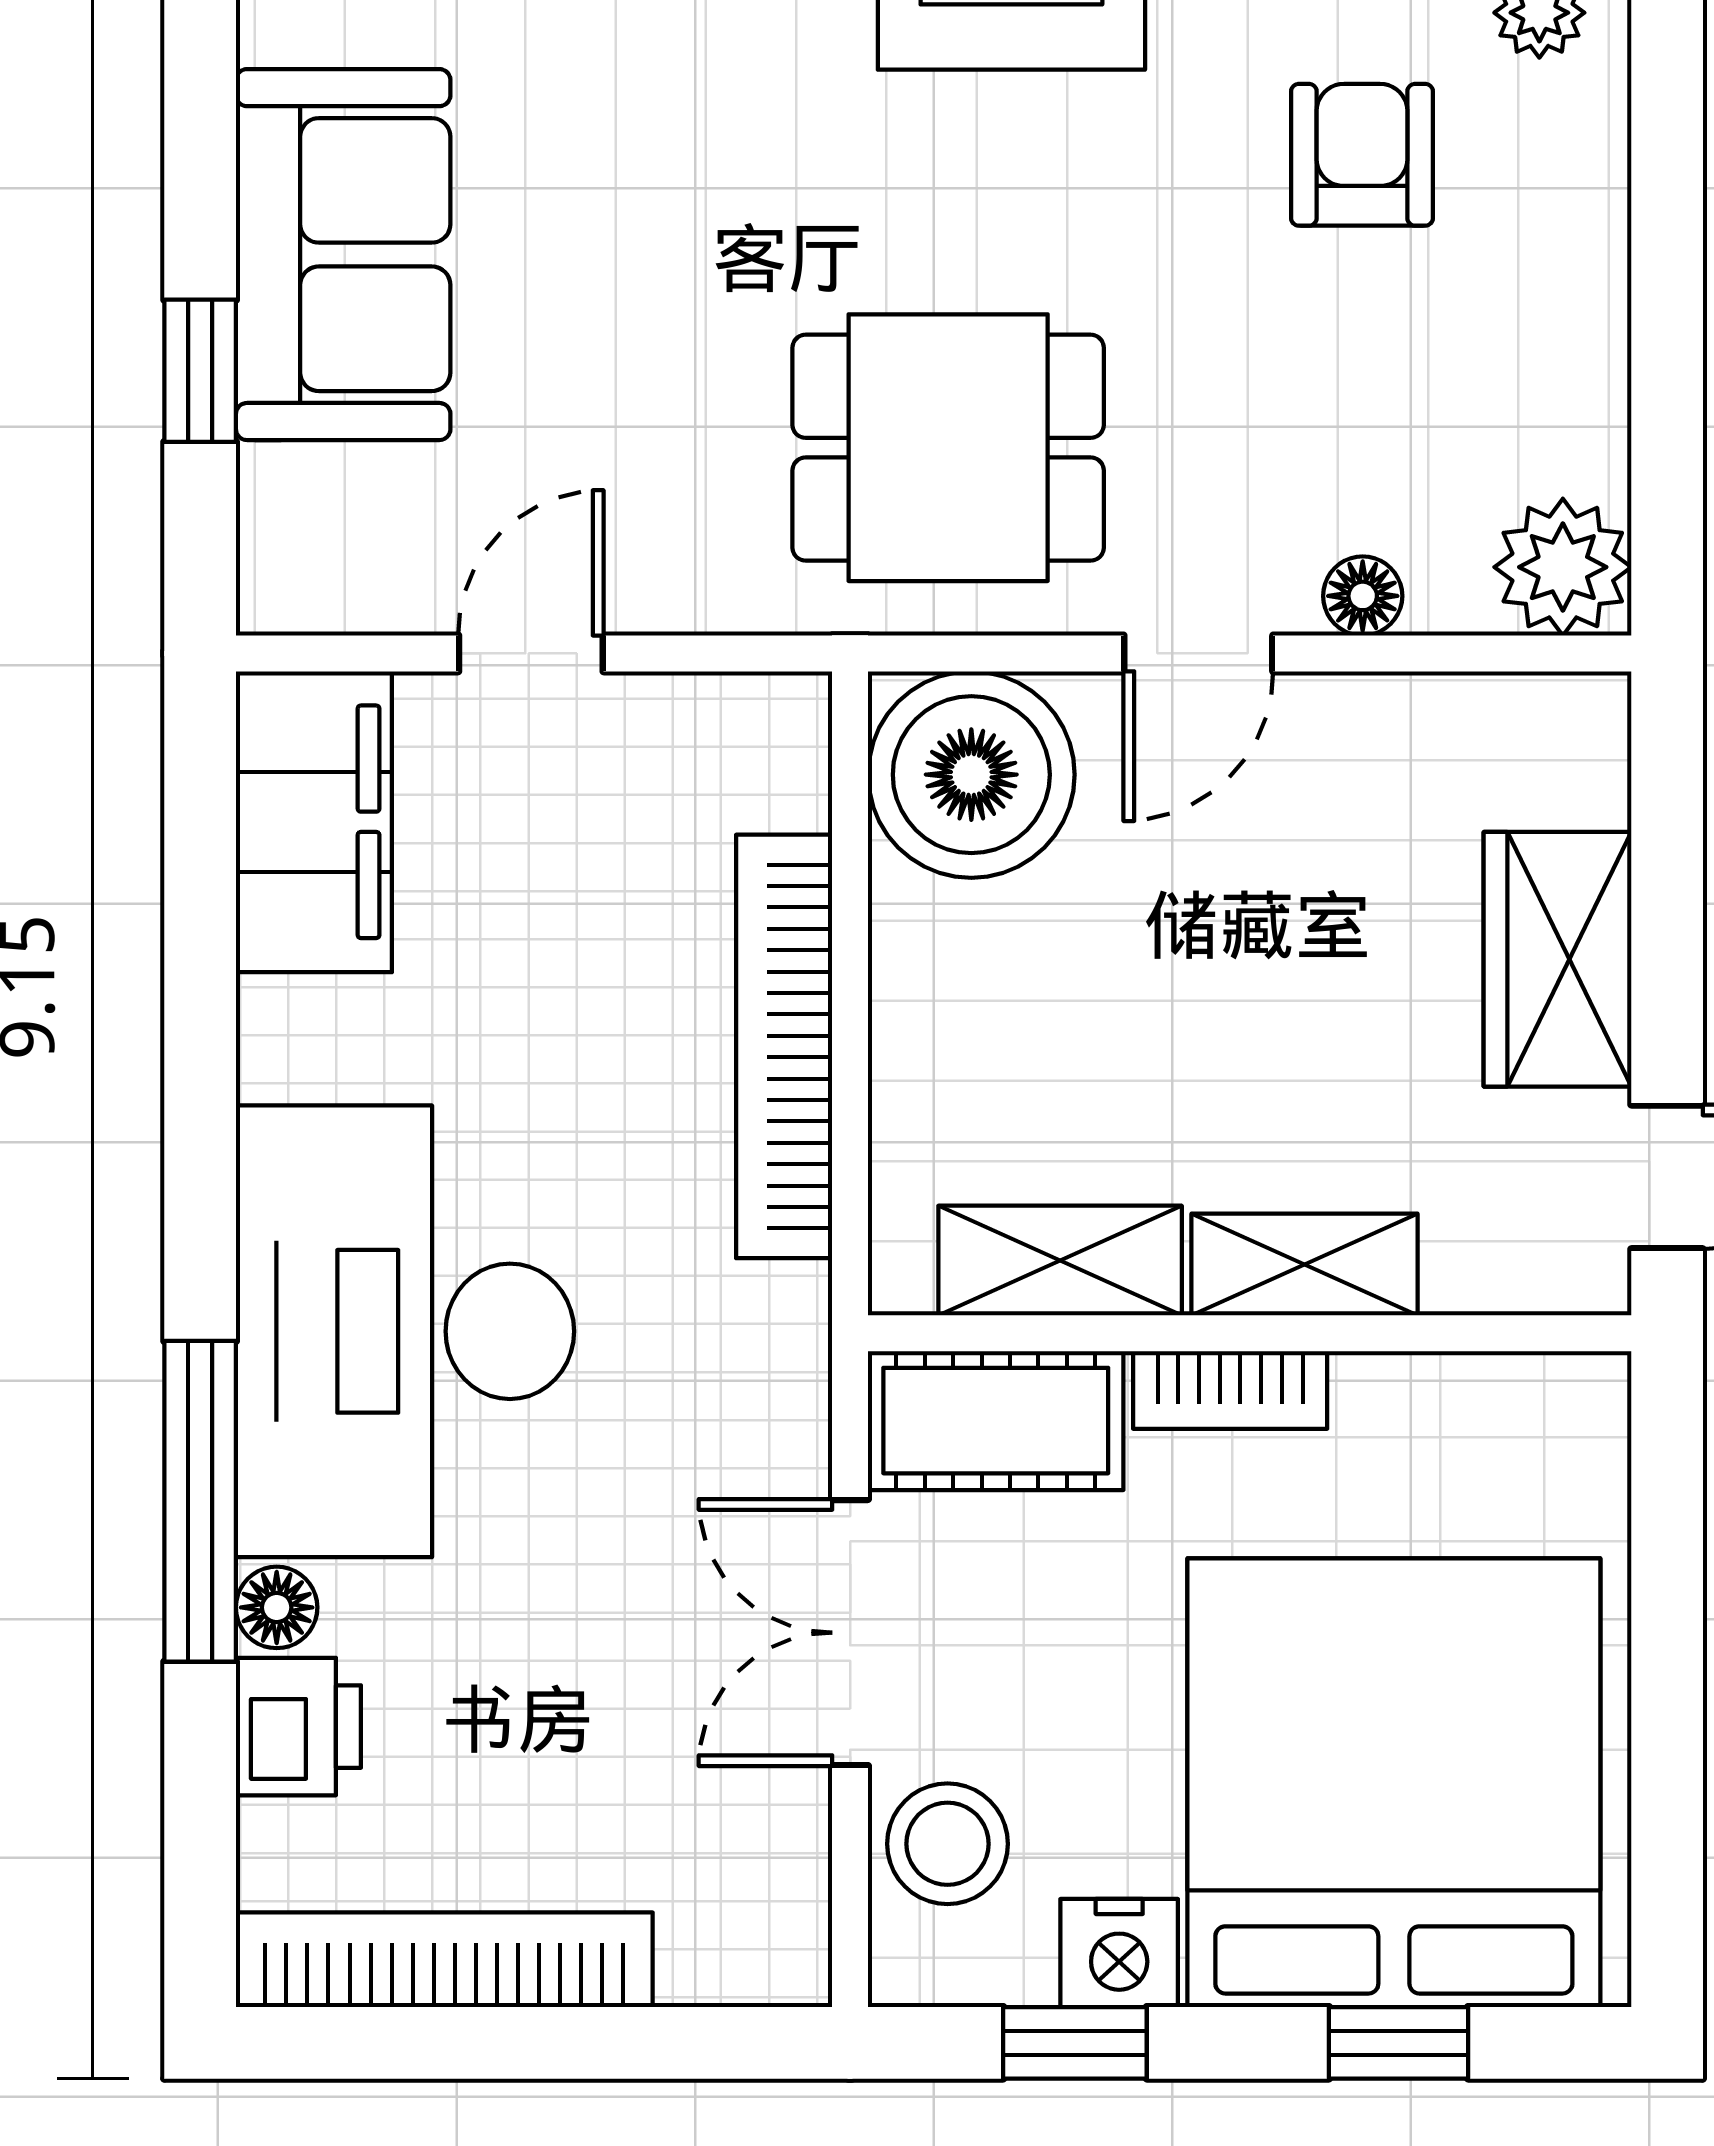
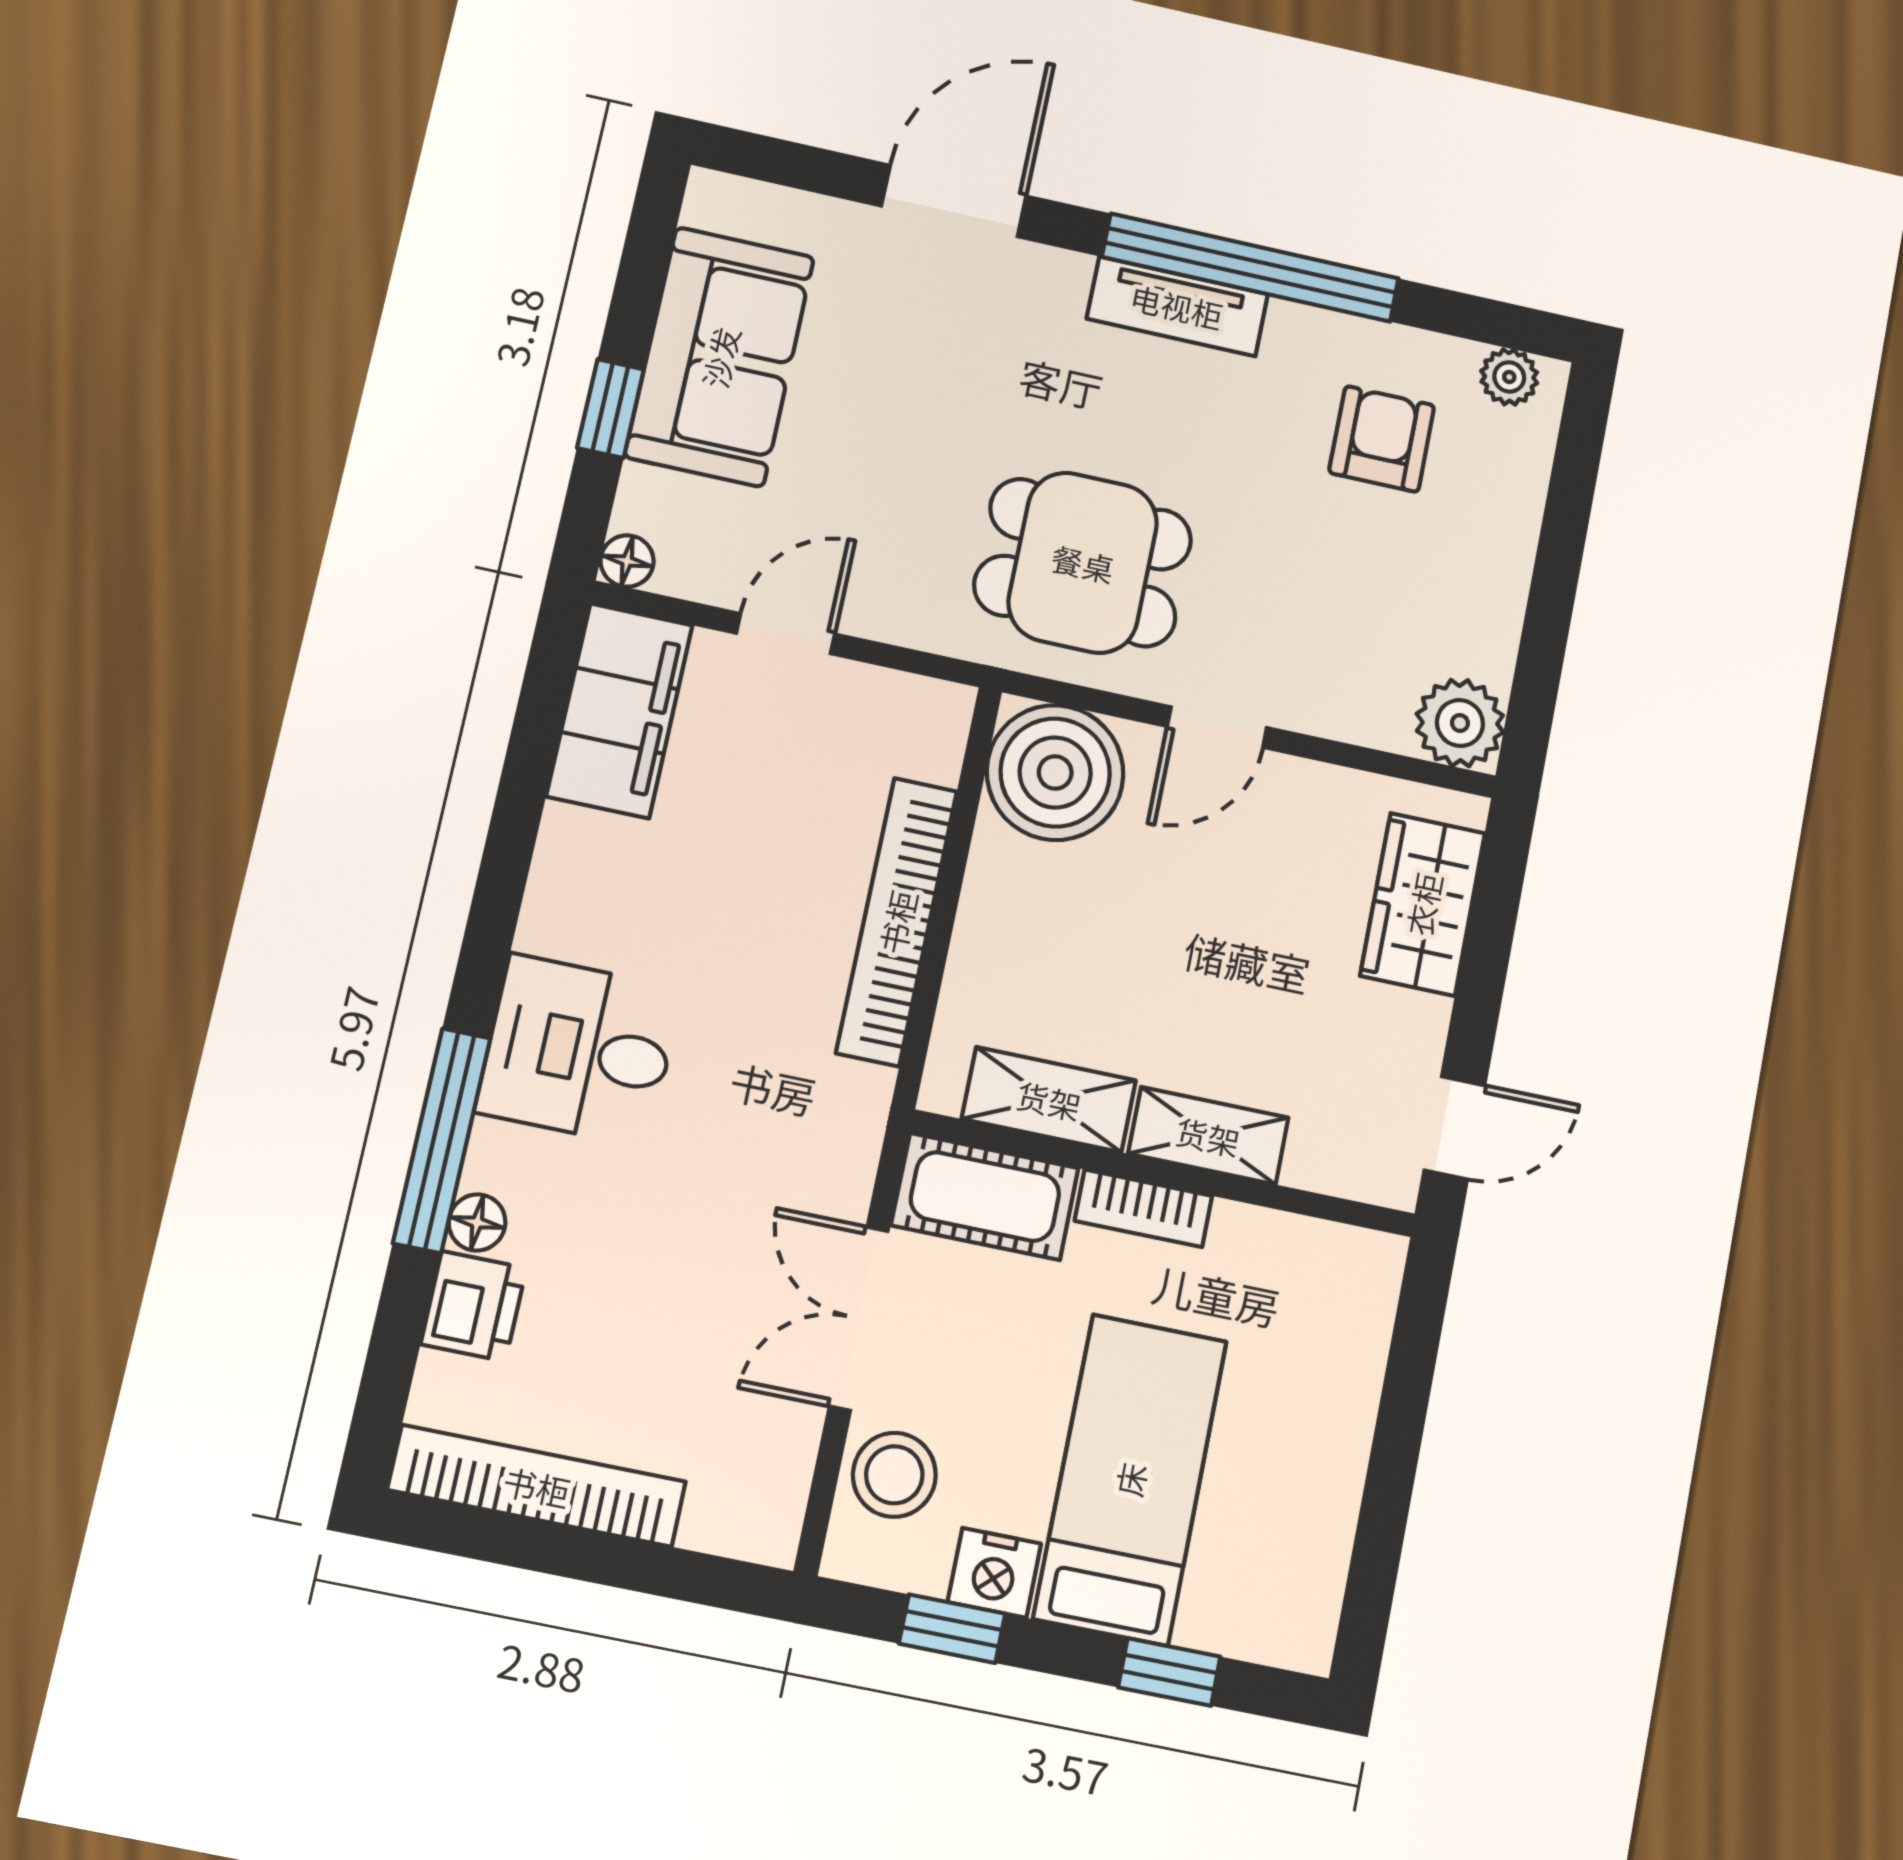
floor lamp: (1363, 596) -> (627, 561), moved
wardrobe: (1557, 959) -> (1423, 904), moved
desk: (405, 1331) -> (579, 1050), width x0.53, depth x0.77
bed: (1394, 1783) -> (1130, 1479), width x0.49

